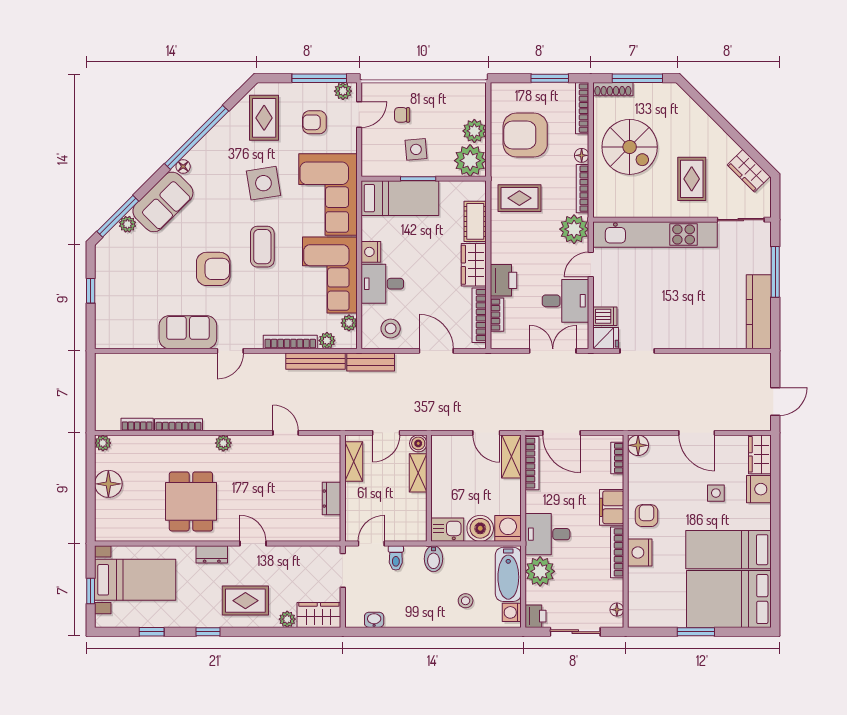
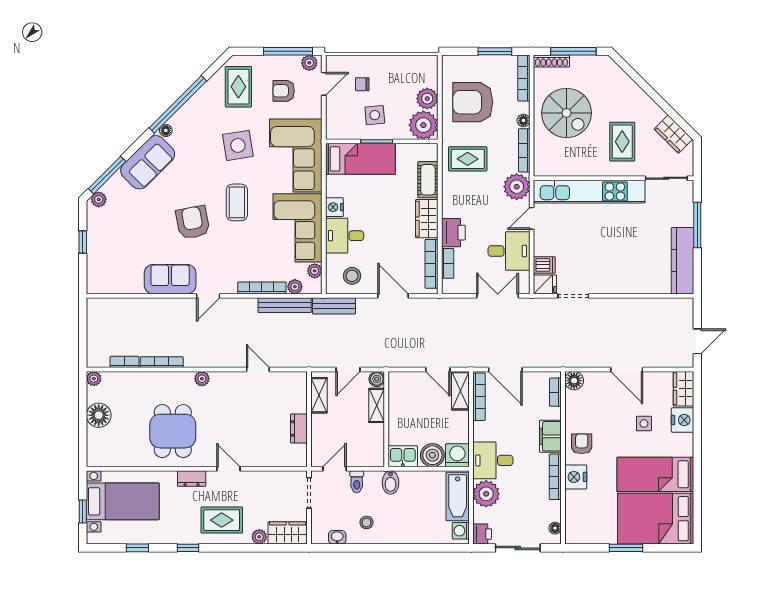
plant: (127, 224) -> (99, 199), moved
armchair: (213, 269) -> (193, 222), turned -101
stool: (466, 601) -> (366, 522), moved

